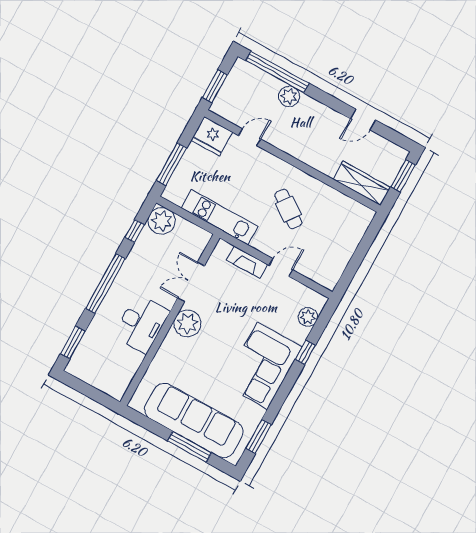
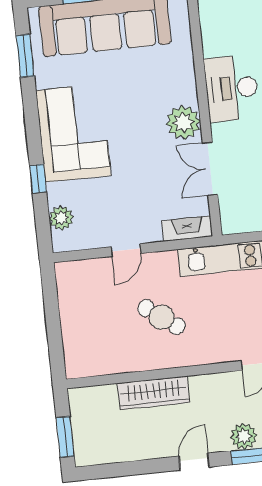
door: (363, 119) -> (194, 462), moved
wardrobe: (362, 183) -> (154, 393), moved
fireplace: (247, 262) -> (187, 229), moved
double door: (191, 282) -> (210, 169), swing flipped

